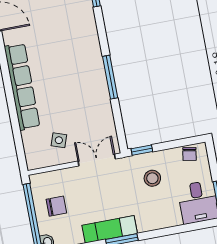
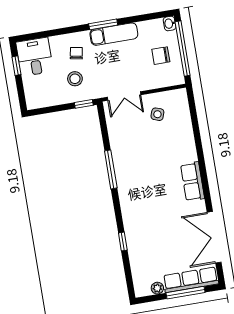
row of seats: (22, 87) -> (192, 182), width x0.50
chair: (189, 154) -> (76, 53), moved

